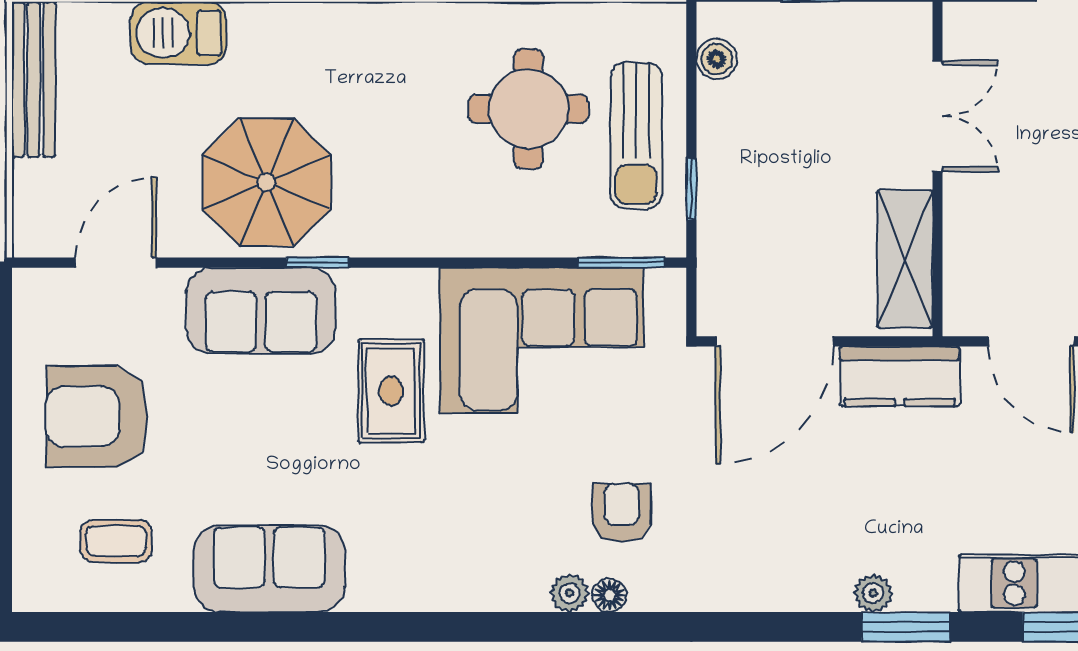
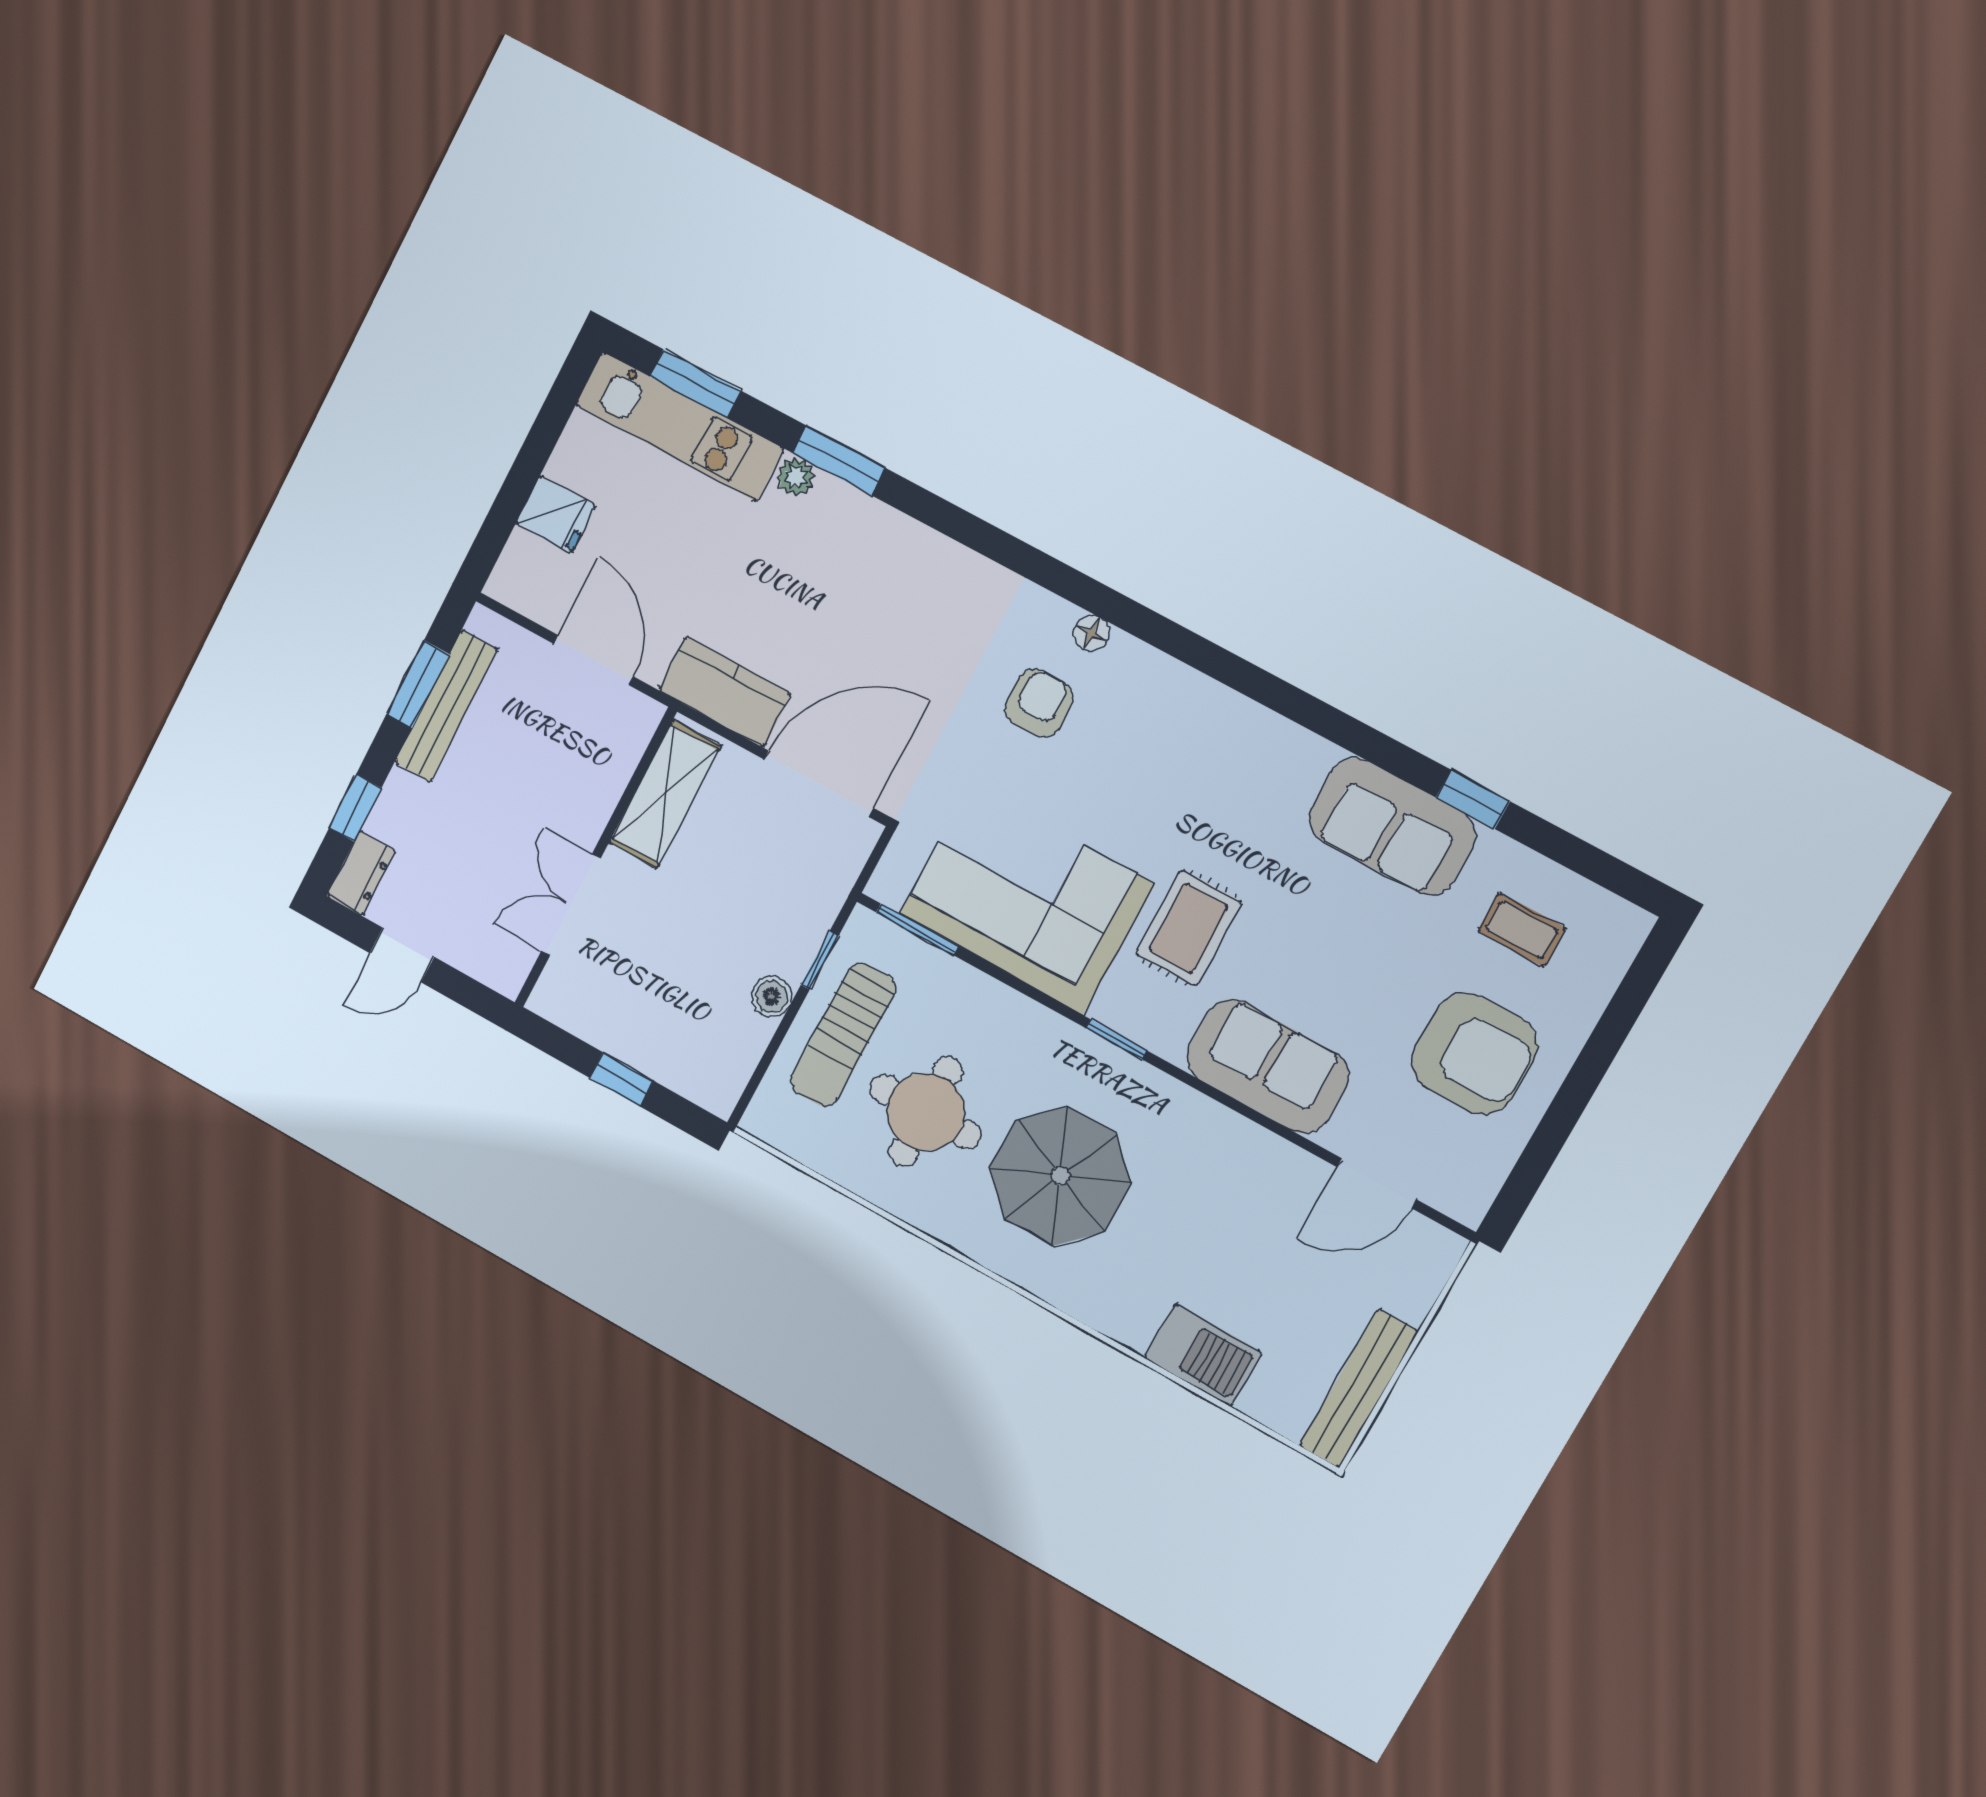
boiler: (717, 59) -> (771, 997), moved
sun lounger: (636, 135) -> (843, 1035), turned 180
parasol: (266, 182) -> (1060, 1176), moved
window: (318, 263) -> (1116, 1039), moved
armchair: (622, 512) -> (1039, 703), turned 180
plant: (570, 593) -> (1127, 655), removed
plant: (873, 593) -> (796, 477), moved
window: (216, 627) -> (1473, 799), added

